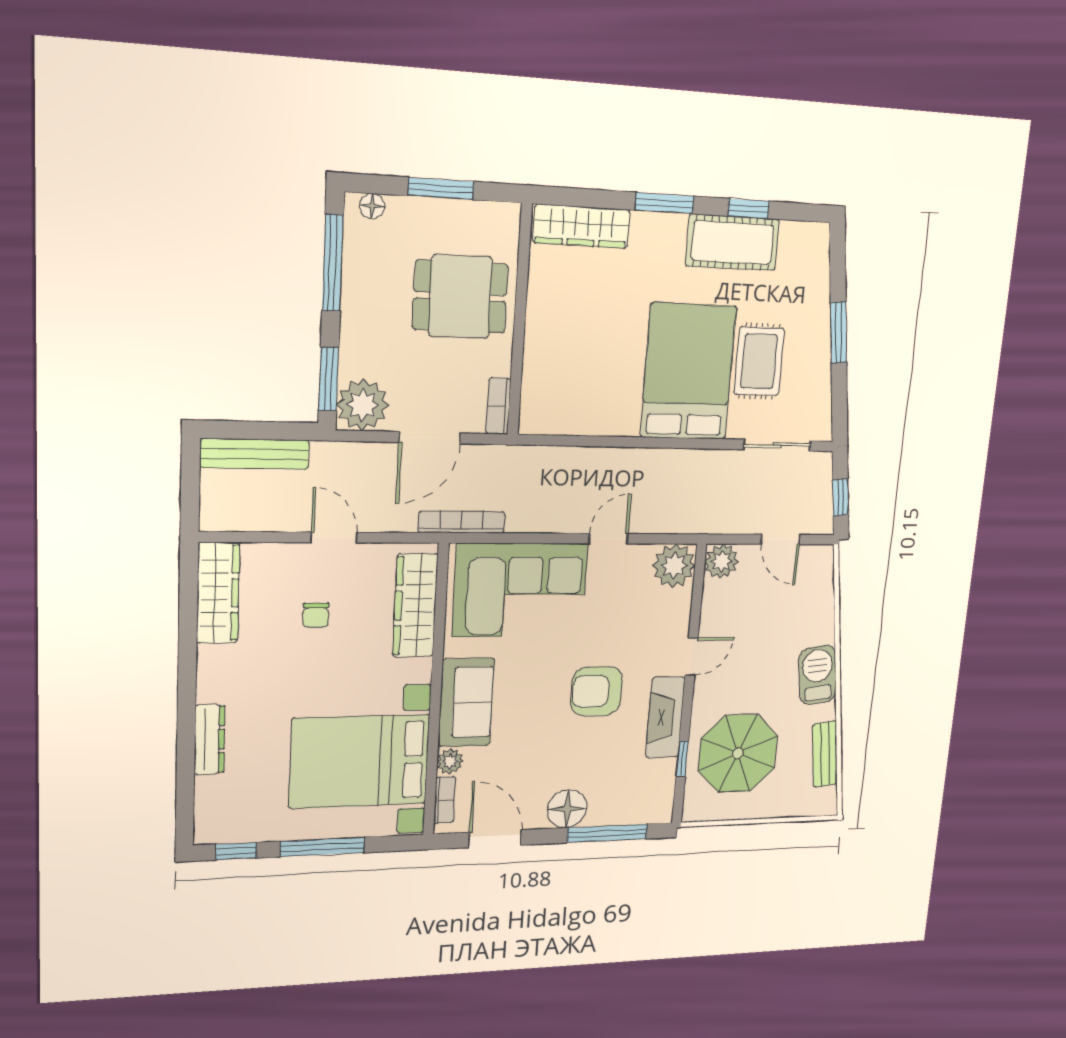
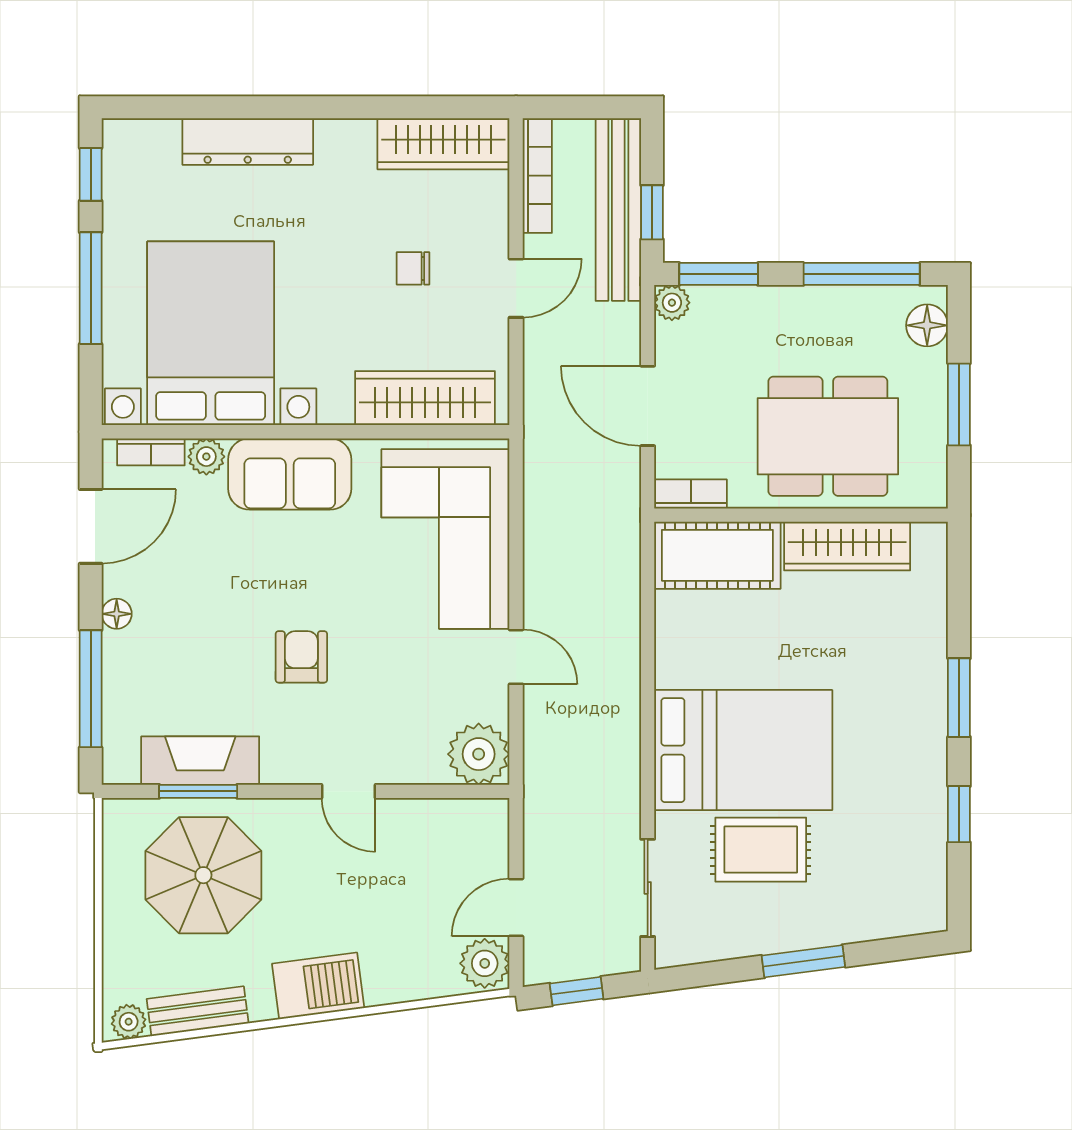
floor lamp: (372, 206) -> (927, 325), width x1.37, depth x1.37
wardrobe: (582, 226) -> (847, 546), moved, turned -90
cot: (733, 243) -> (717, 555), moved, turned 90
dining table: (460, 297) -> (828, 436), width x1.38
plant: (363, 405) -> (672, 303), width x0.53, depth x0.53
window: (277, 431) -> (652, 212), added
bench: (255, 454) -> (618, 210), width x1.37, depth x1.21
bookcase: (462, 522) -> (537, 176), moved
plant: (722, 561) -> (485, 963), moved
armchair: (597, 691) -> (301, 657), width x0.72, depth x0.72
fireplace: (665, 717) -> (200, 761), moved
dresser: (210, 739) -> (248, 142), width x1.37, depth x1.24
window: (682, 759) -> (198, 791), width x1.50
plant: (826, 799) -> (129, 1022), added
floor lamp: (567, 809) -> (117, 614), width x0.53, depth x0.53

